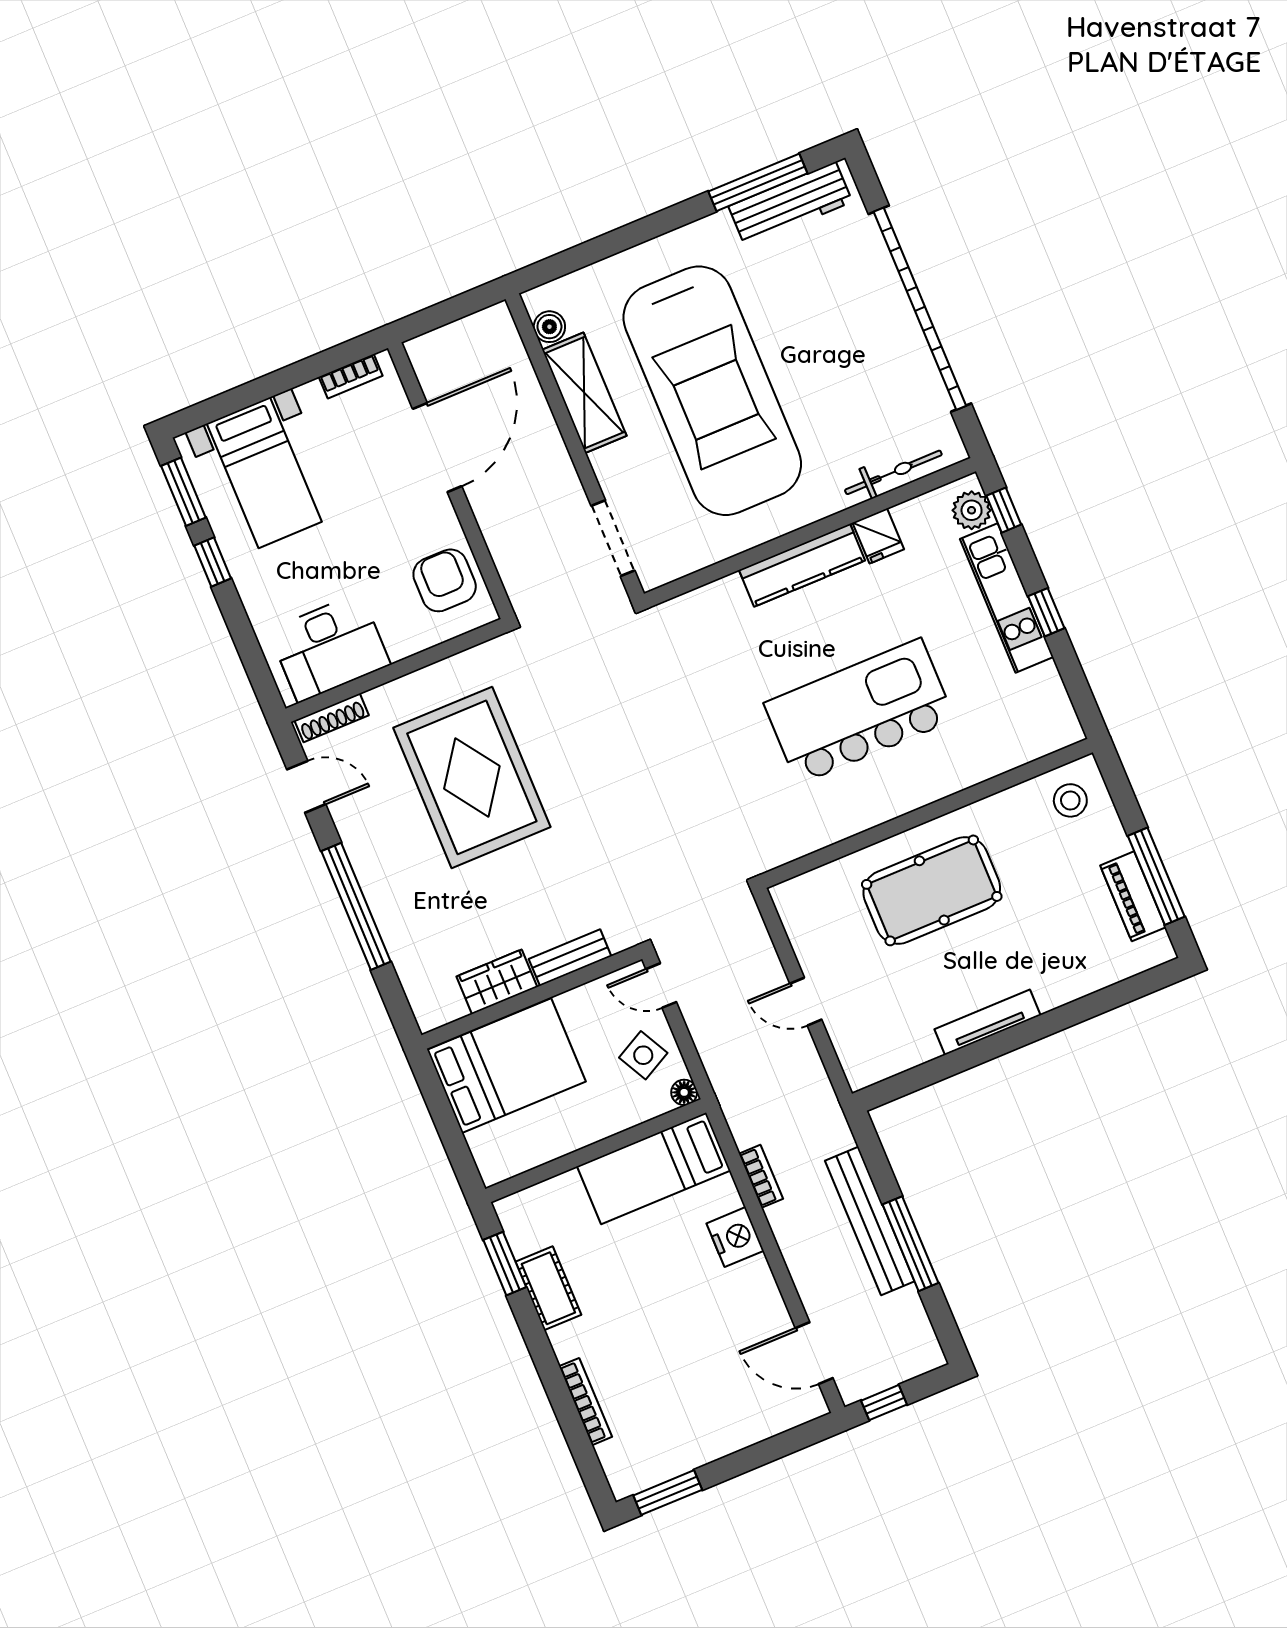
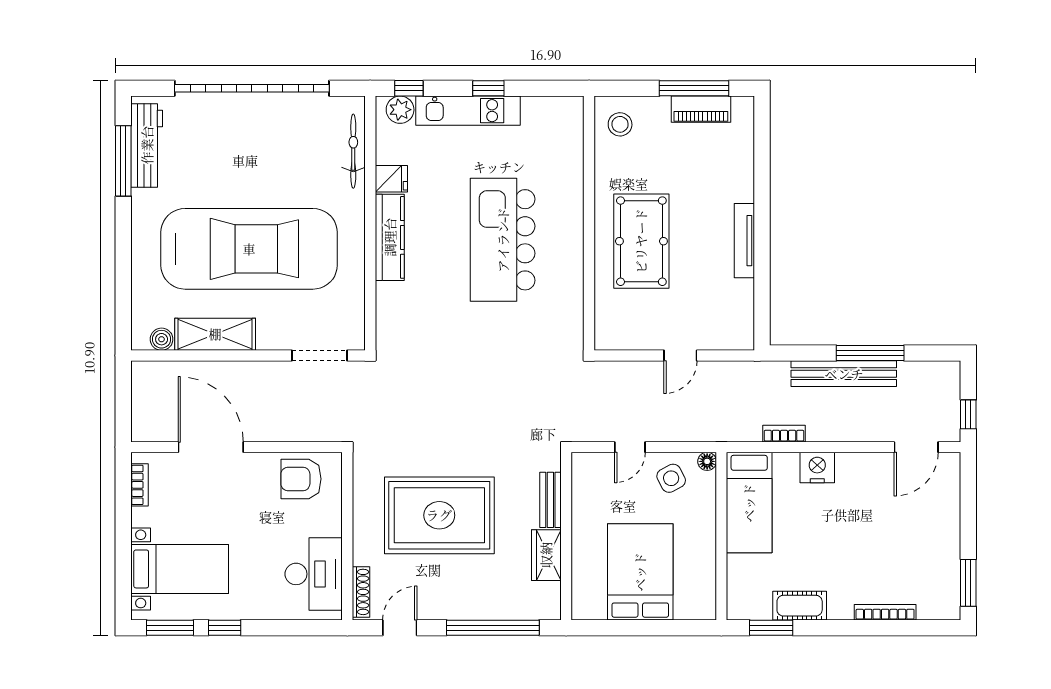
bench: (570, 958) -> (550, 500), moved
wardrobe: (497, 982) -> (546, 555), moved
wall: (532, 997) -> (566, 536), moved

